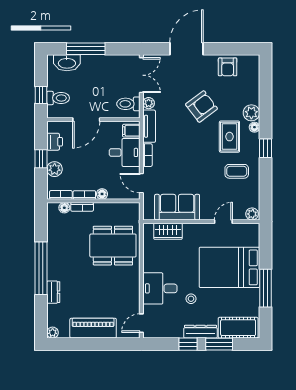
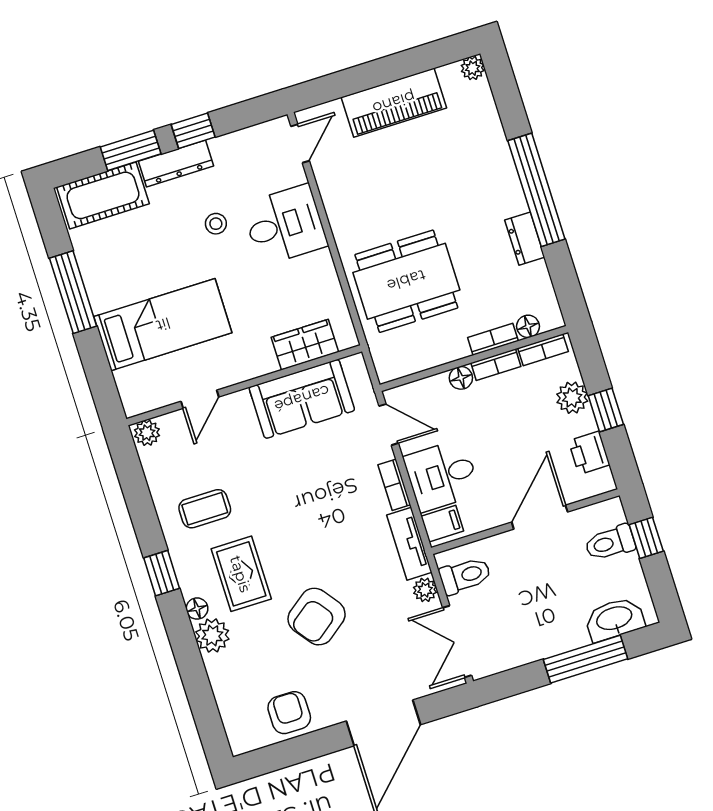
bed: (229, 267) -> (163, 325), width x0.67
dresser: (53, 292) -> (525, 239), moved

